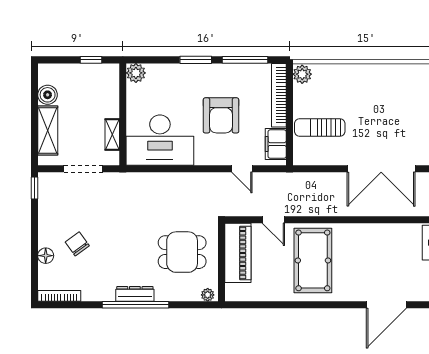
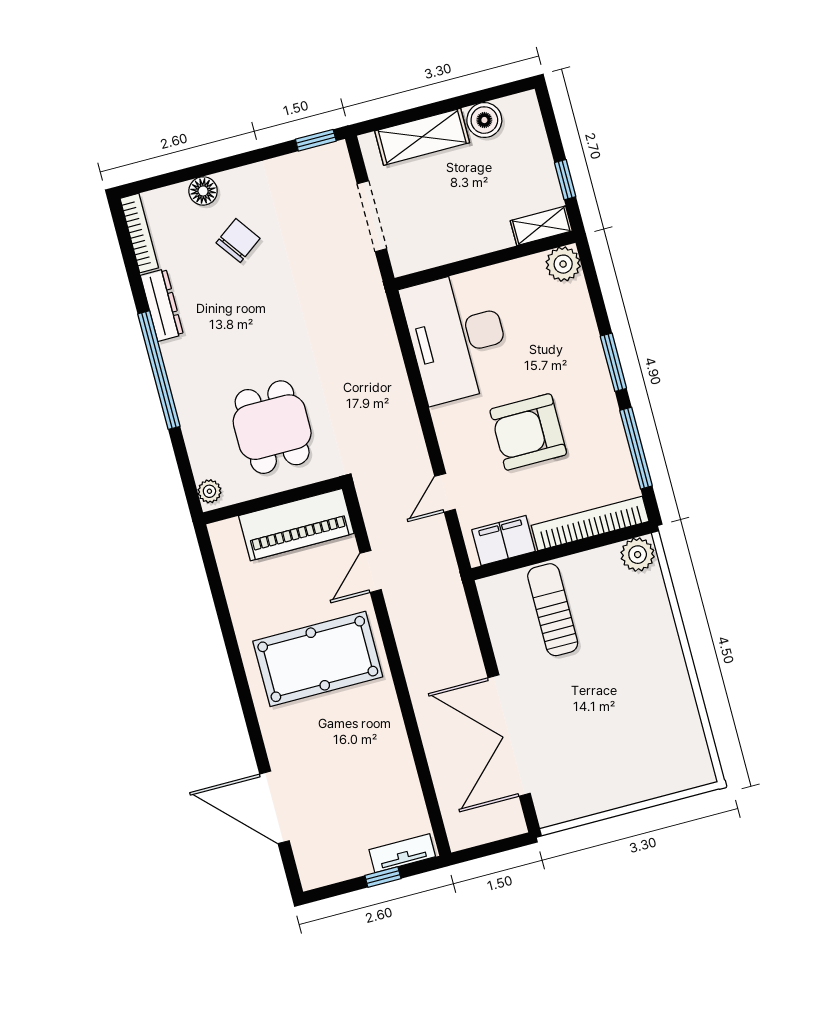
shelving: (112, 135) -> (541, 226), moved
dresser: (135, 294) -> (162, 305), moved

